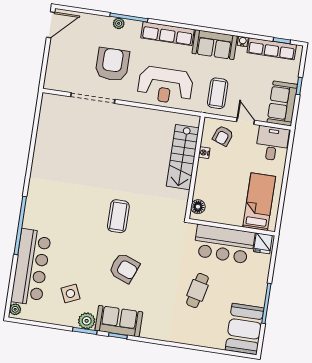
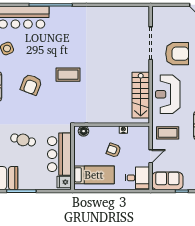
armchair: (223, 136) -> (114, 150), moved
stairs: (183, 157) -> (141, 95), moved, turned -90

